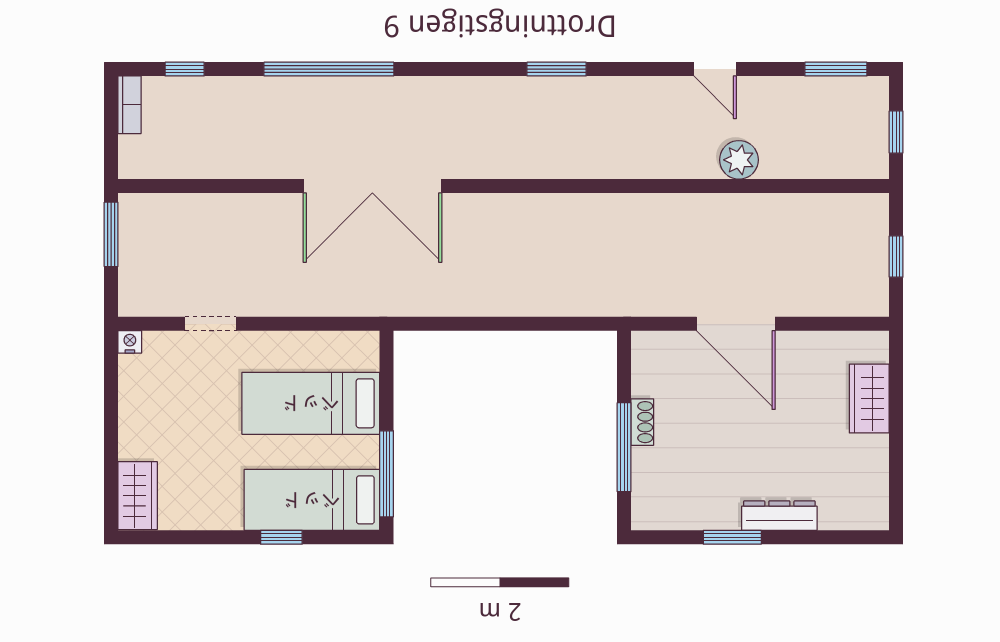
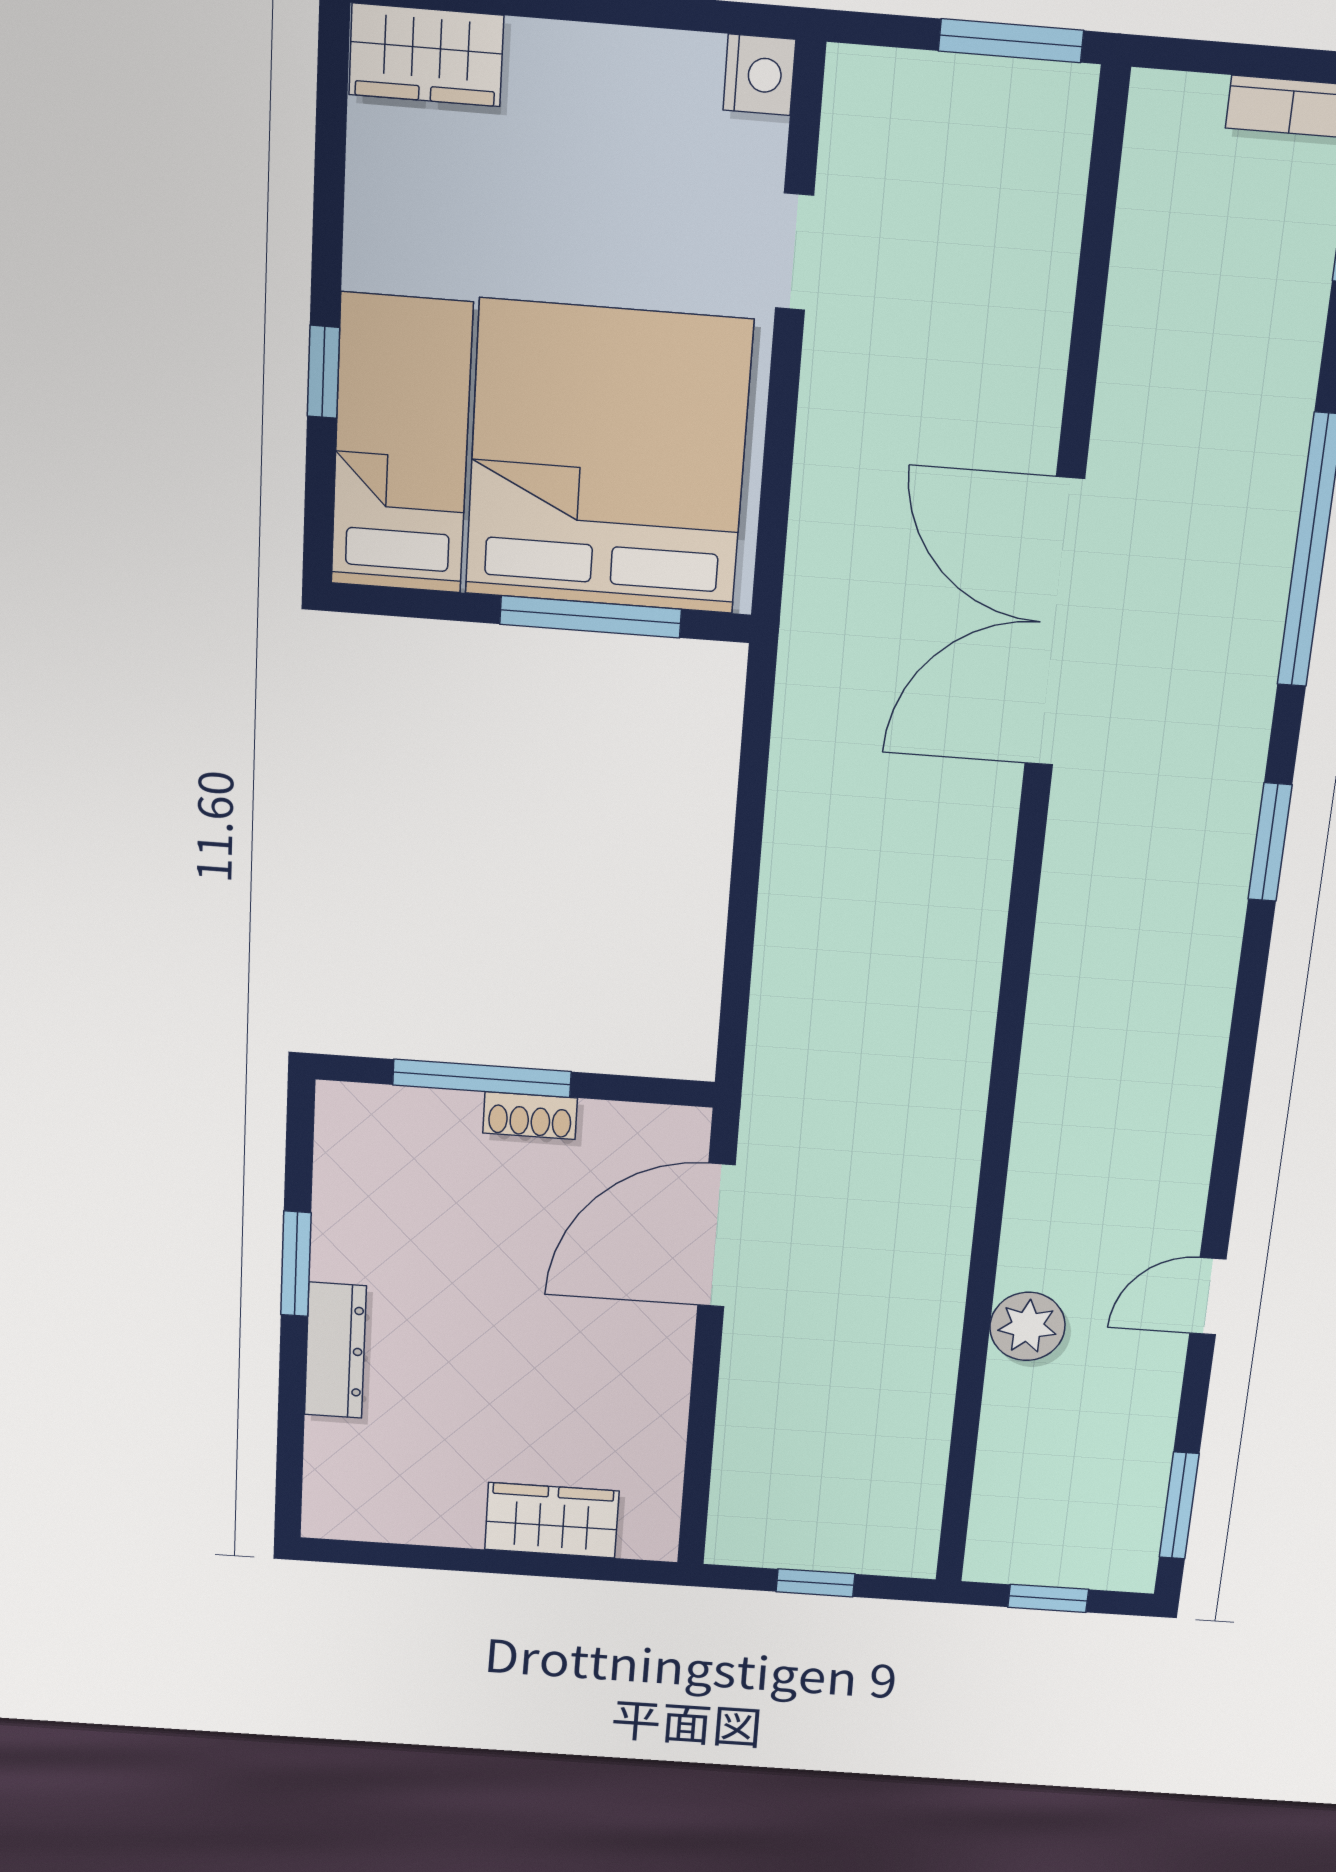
window: (557, 69) -> (1270, 842), moved
door: (736, 324) -> (716, 1235), moved
nightstand: (130, 342) -> (759, 75), width x1.39, depth x1.35
bed: (311, 403) -> (608, 458), width x2.04
window: (387, 474) -> (591, 617), moved

